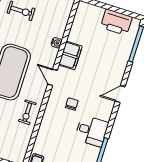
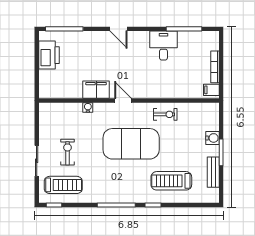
door: (53, 77) -> (123, 100), swing flipped
chair: (72, 104) -> (143, 73), removed

